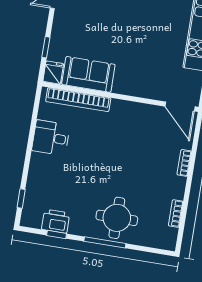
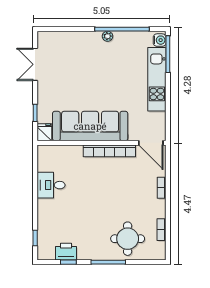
sofa: (88, 74) -> (90, 126), width x1.85, depth x1.27
bookcase: (78, 100) -> (109, 151), moved
round table: (117, 218) -> (128, 239), moved

